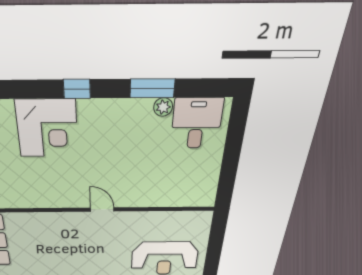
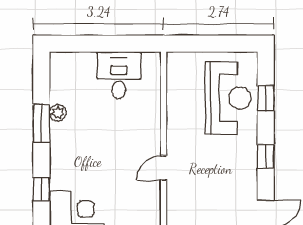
desk: (197, 123) -> (119, 75), moved, turned 90

